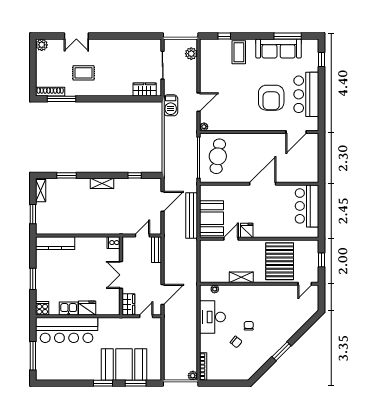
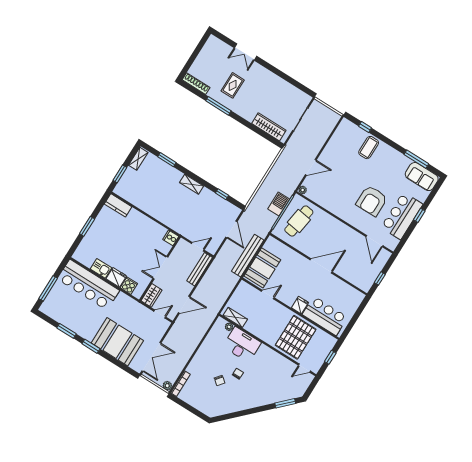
plant: (42, 45) -> (213, 41), removed
sofa: (279, 48) -> (422, 177), moved, width x0.73
plant: (191, 54) -> (329, 125), removed
window: (322, 59) -> (419, 215), moved
rug: (84, 73) -> (233, 85), turned 90
wardrobe: (145, 89) -> (269, 127), width x1.50
window: (62, 99) -> (218, 106), moved
barbecue: (171, 105) -> (279, 204), moved, turned 180
door: (296, 132) -> (374, 241), hinge flipped
window: (322, 162) -> (380, 278), added
door: (163, 201) -> (231, 229), hinge flipped
bar counter: (307, 206) -> (325, 316), moved, turned 90
fridge: (247, 230) -> (300, 305), moved
kitchen counter: (55, 243) -> (118, 205), width x0.67
bench: (156, 250) -> (200, 269), width x1.36
shelving: (241, 277) -> (235, 317), moved
cooker: (42, 308) -> (129, 286), moved
desk: (212, 317) -> (242, 345), moved, turned 90
window: (282, 351) -> (285, 403), moved
double door: (163, 359) -> (151, 357), added
window: (136, 383) -> (66, 331), moved

